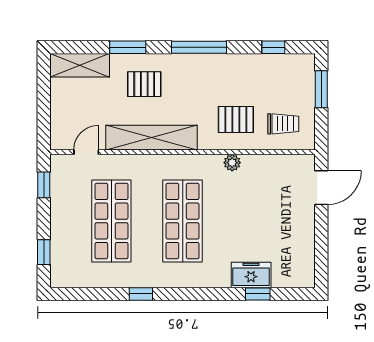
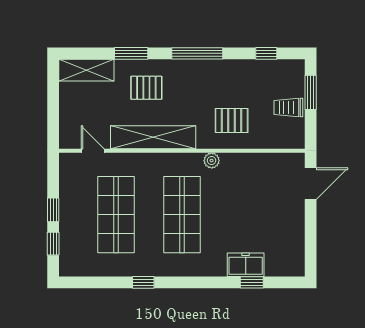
trolley: (283, 124) -> (288, 107), moved, turned 180
door: (86, 152) -> (93, 151), hinge flipped
plant: (232, 163) -> (212, 161), moved
window: (44, 185) -> (53, 210), moved

